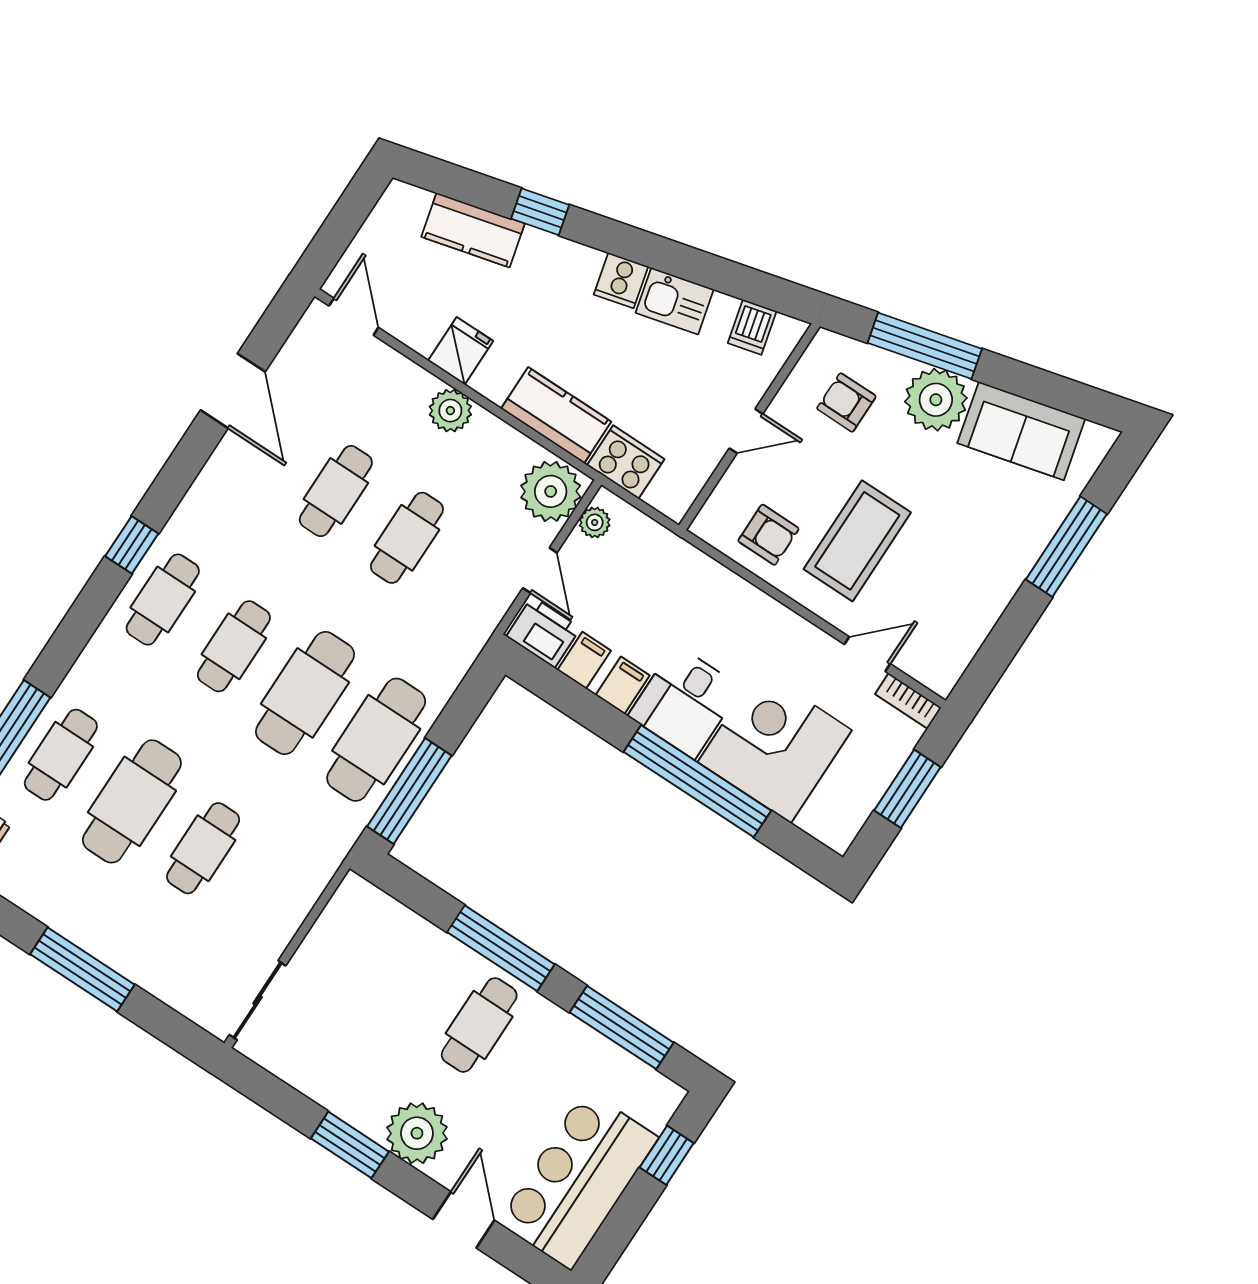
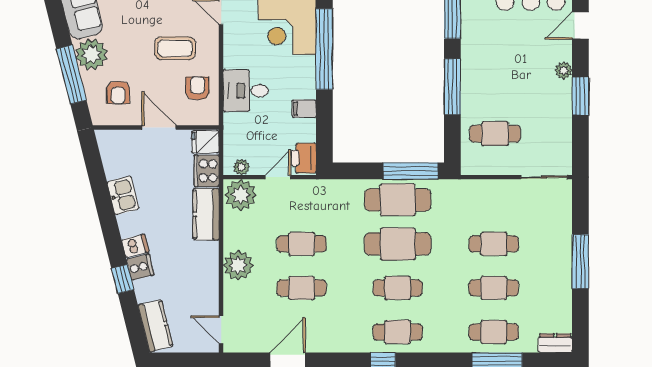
kitchen counter: (473, 230) -> (155, 326), moved
cooker: (621, 280) -> (140, 267), moved
door: (354, 317) -> (221, 330), hinge flipped
dishwasher: (752, 327) -> (135, 246), moved
fridge: (461, 351) -> (205, 142), moved
plant: (450, 411) -> (238, 265), width x1.36, depth x1.36
door: (746, 431) -> (159, 128), width x1.38
coffee table: (857, 541) -> (175, 48), width x0.73, depth x0.76
filing cabinet: (584, 660) -> (304, 132), removed
desk: (685, 702) -> (246, 91), moved, turned 180
cafe table: (132, 801) -> (494, 288), width x0.73, depth x0.74
cafe table: (479, 1025) -> (495, 134), moved
plant: (417, 1133) -> (564, 70), width x0.53, depth x0.53

